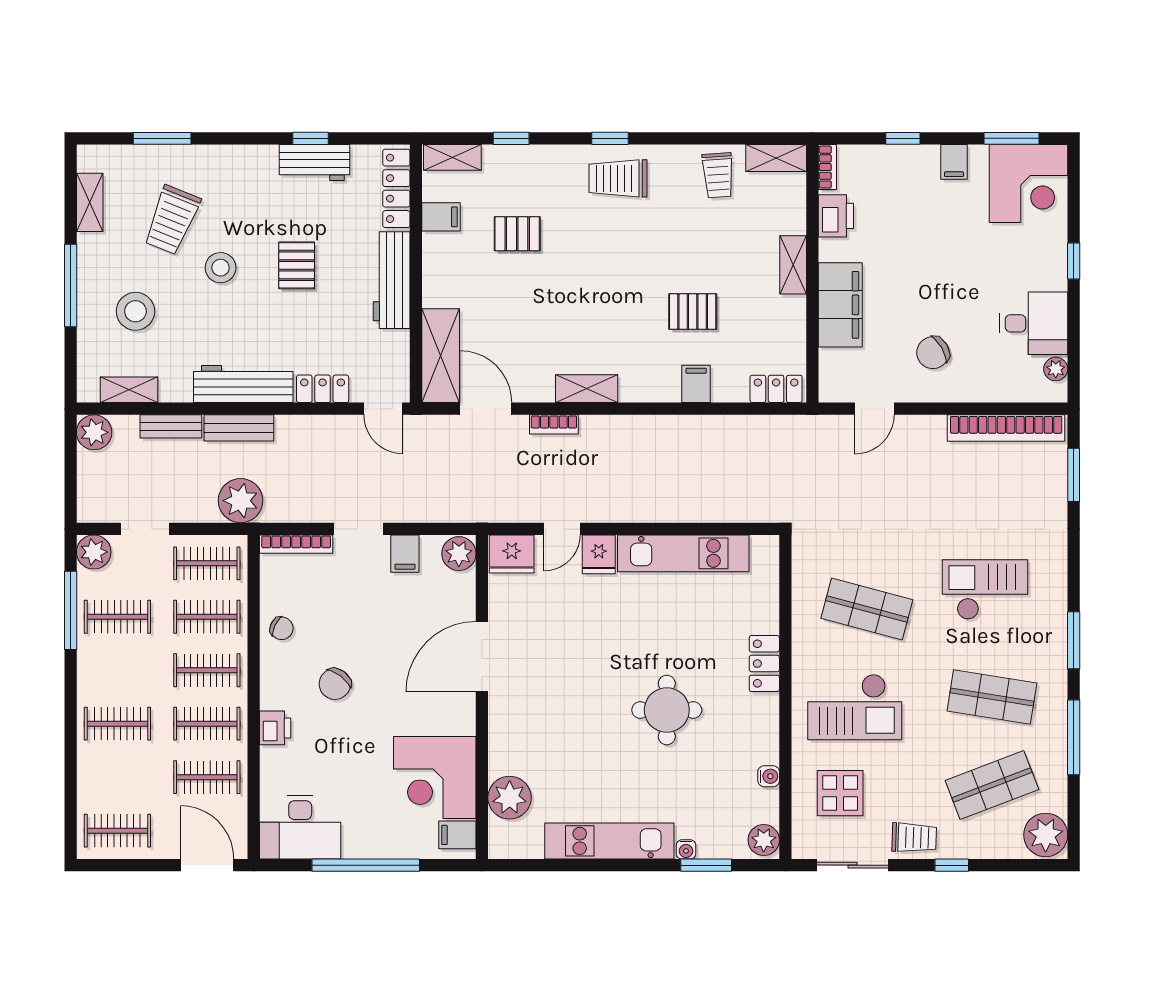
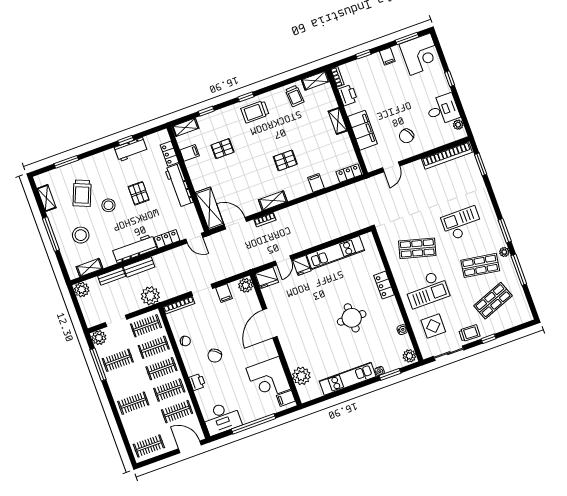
locker: (396, 188) -> (170, 154), width x0.66
pallet: (693, 312) -> (285, 160), moved
plant: (1046, 835) -> (504, 252), moved, width x0.53, depth x0.53

